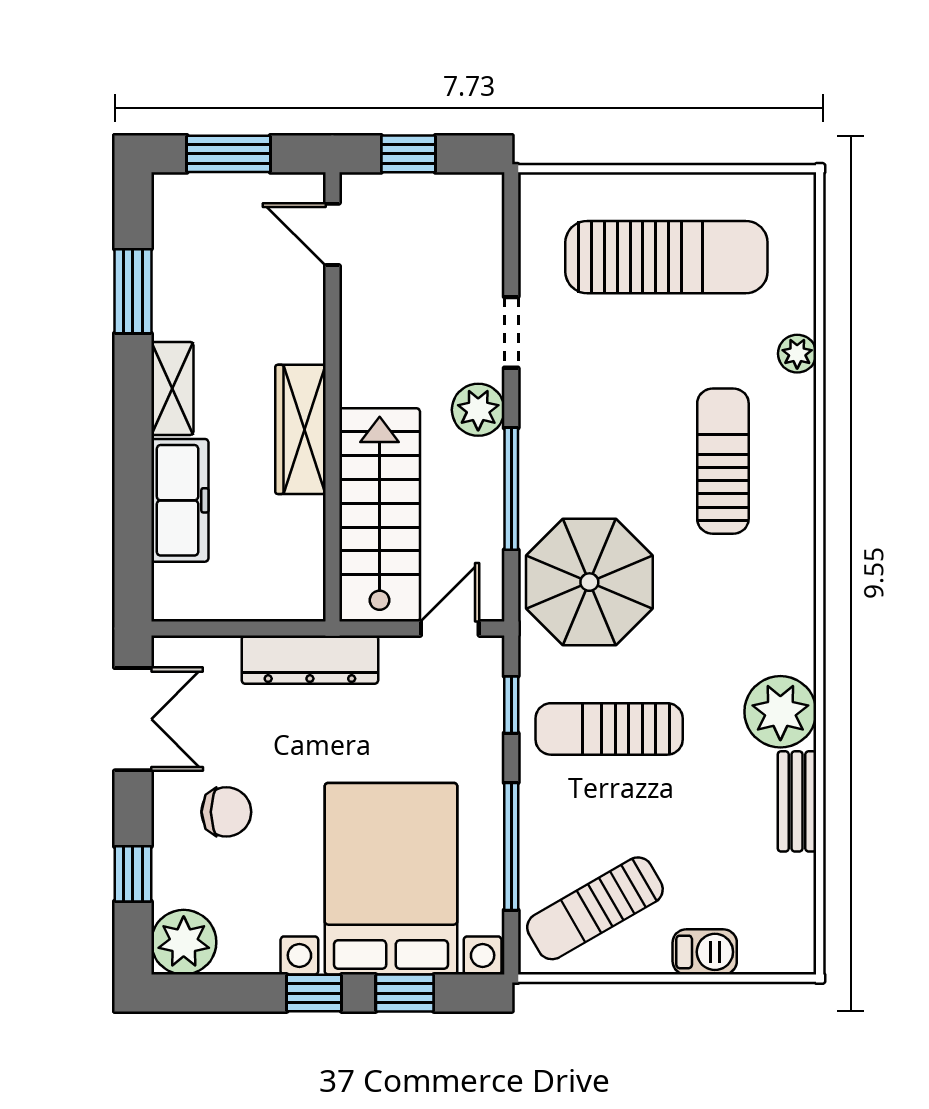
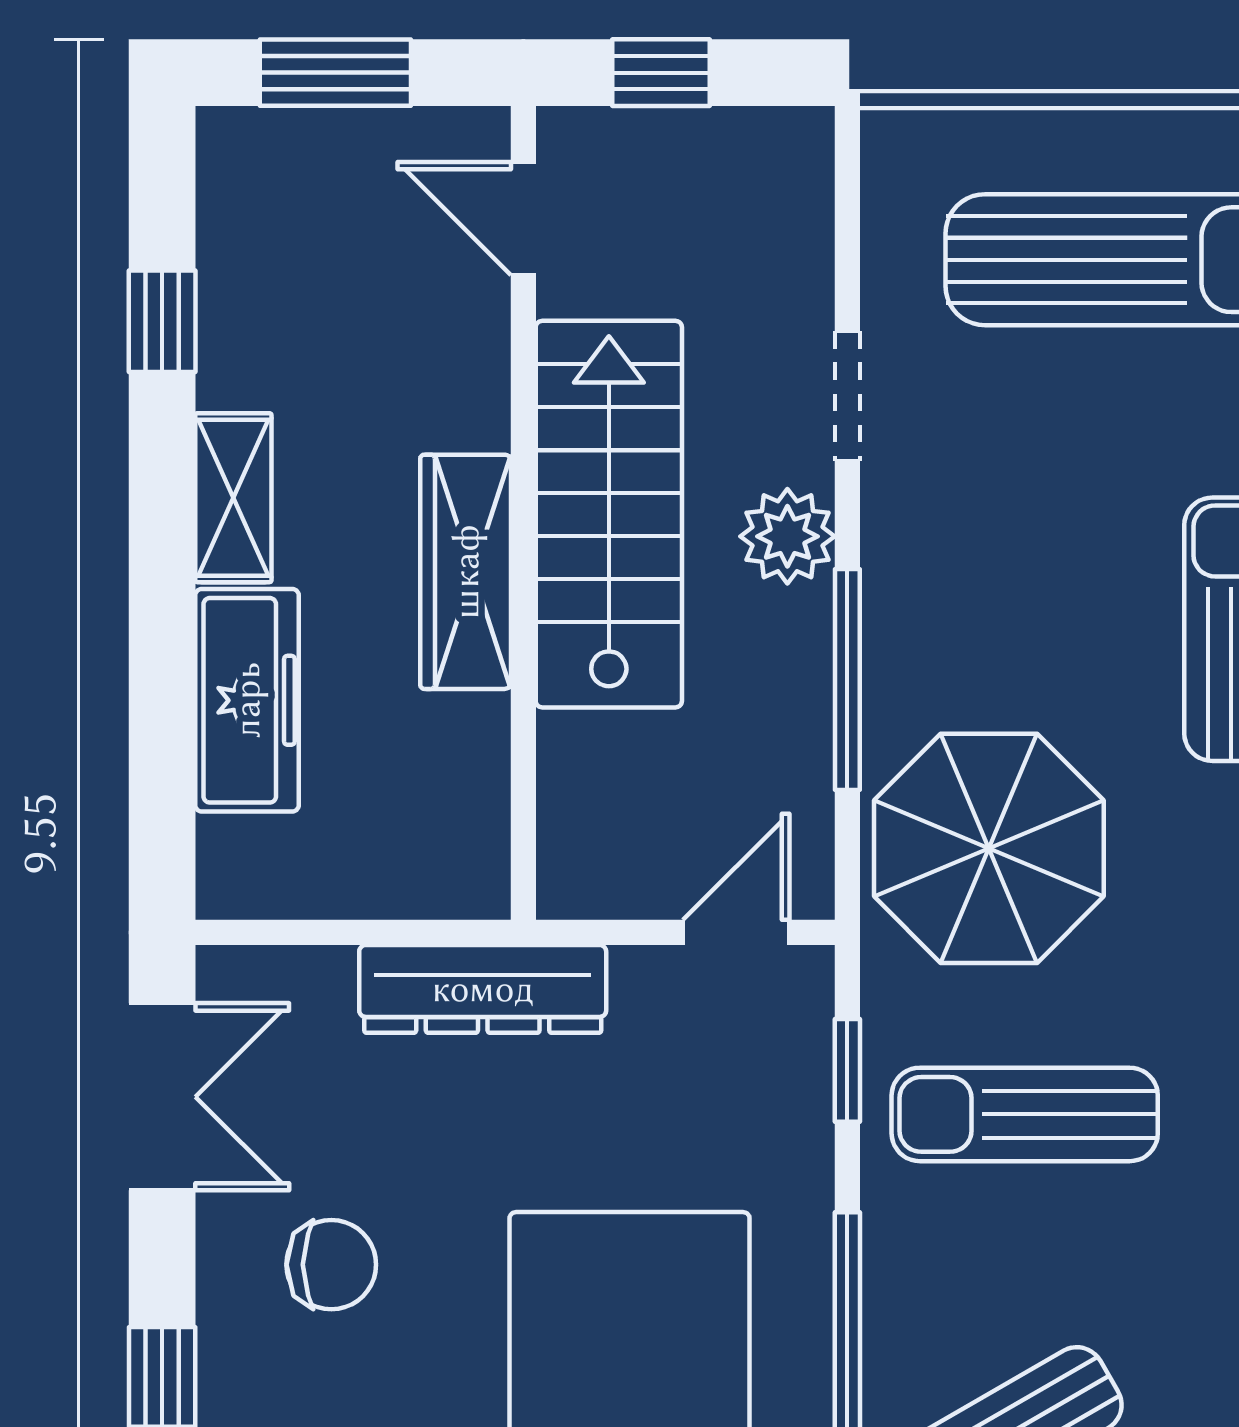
window: (133, 291) -> (162, 321), width x0.67
stairs: (380, 515) -> (609, 514), moved

